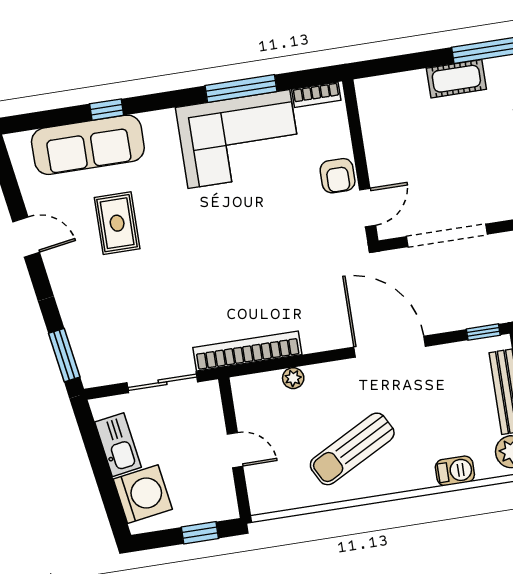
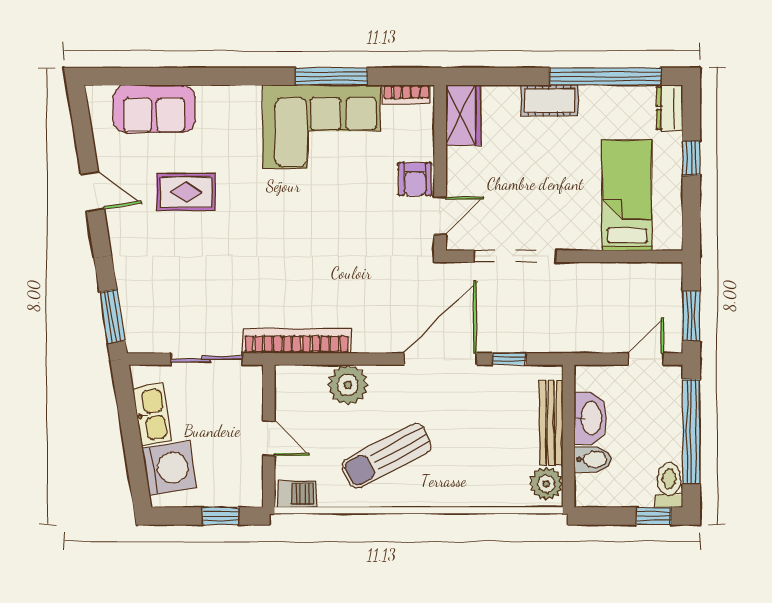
wardrobe: (375, 106) -> (463, 115), added
window: (107, 110) -> (193, 76), removed
sofa: (88, 145) -> (154, 109), width x0.73
rug: (117, 223) -> (186, 192), turned 90
window: (483, 332) -> (509, 359), moved
door: (390, 347) -> (440, 359), hinge flipped
plant: (293, 378) -> (348, 385), width x1.87, depth x1.87
barbecue: (455, 471) -> (297, 494), moved

